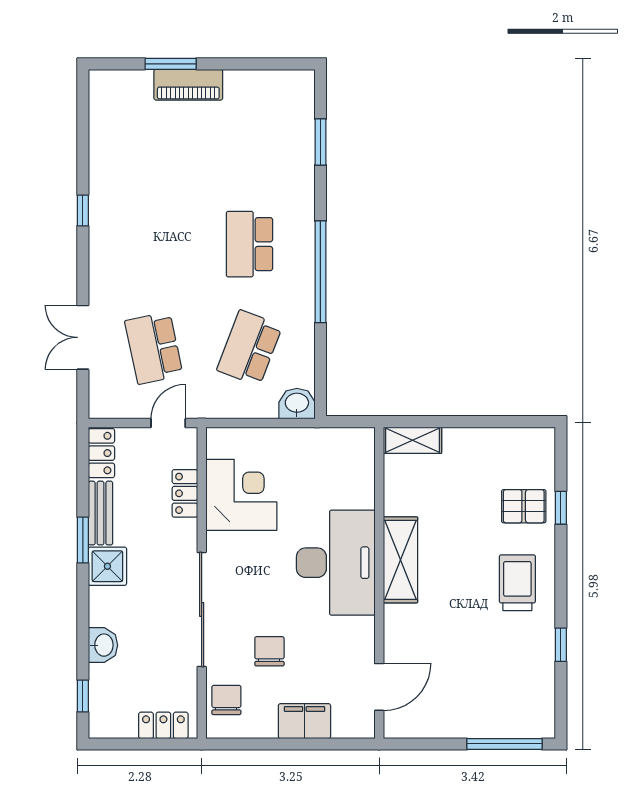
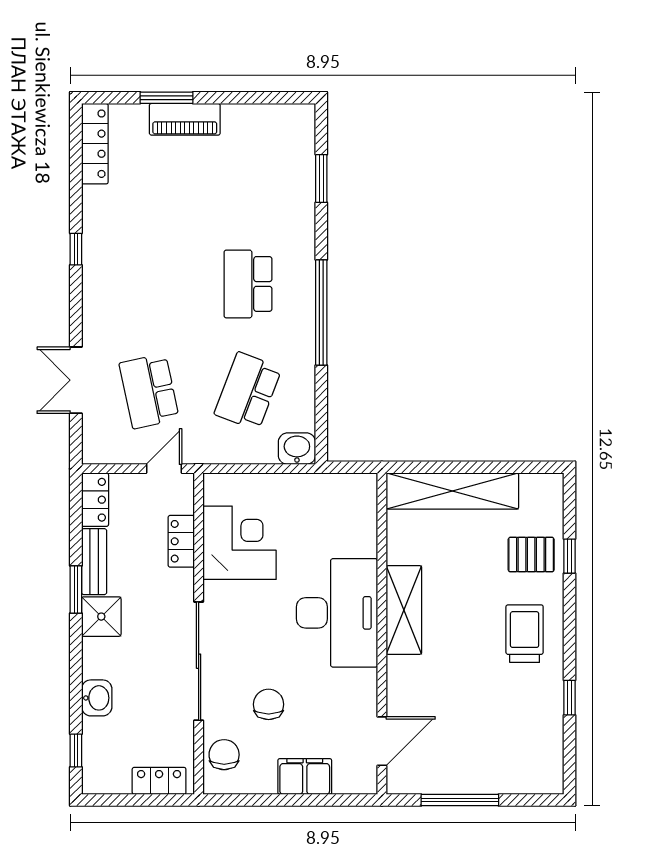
locker: (101, 108) -> (95, 144), added
shelving: (412, 440) -> (452, 491), width x2.20, depth x1.33
window: (505, 744) -> (460, 800), moved

